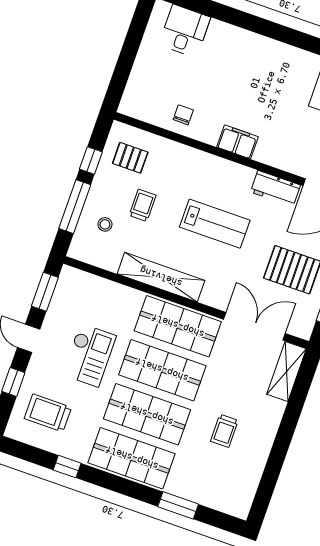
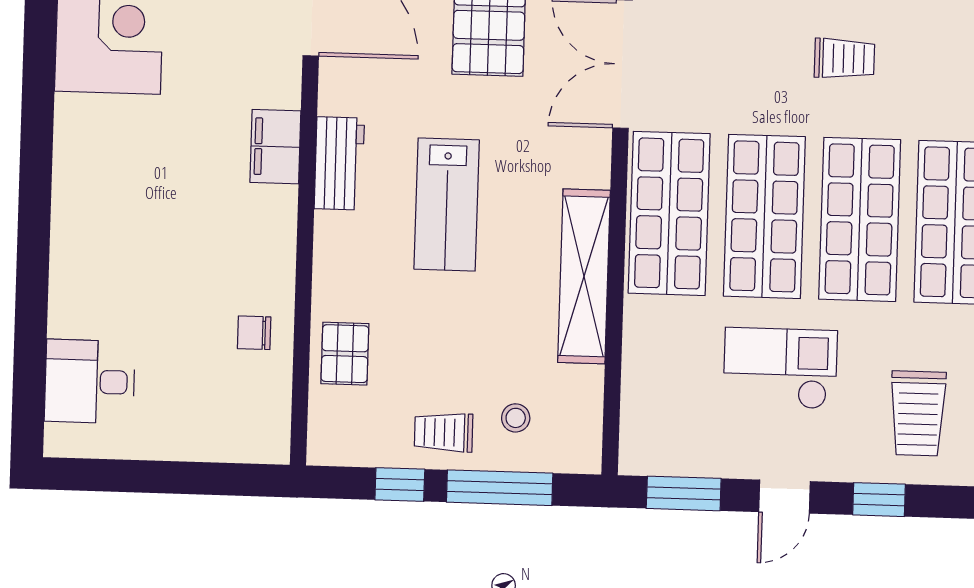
filing cabinet: (237, 142) -> (275, 147), moved
pallet: (130, 158) -> (345, 354), moved
workbench: (275, 189) -> (339, 163), moved
trolley: (143, 205) -> (444, 432), moved
lab bench: (215, 224) -> (447, 204), turned 180

